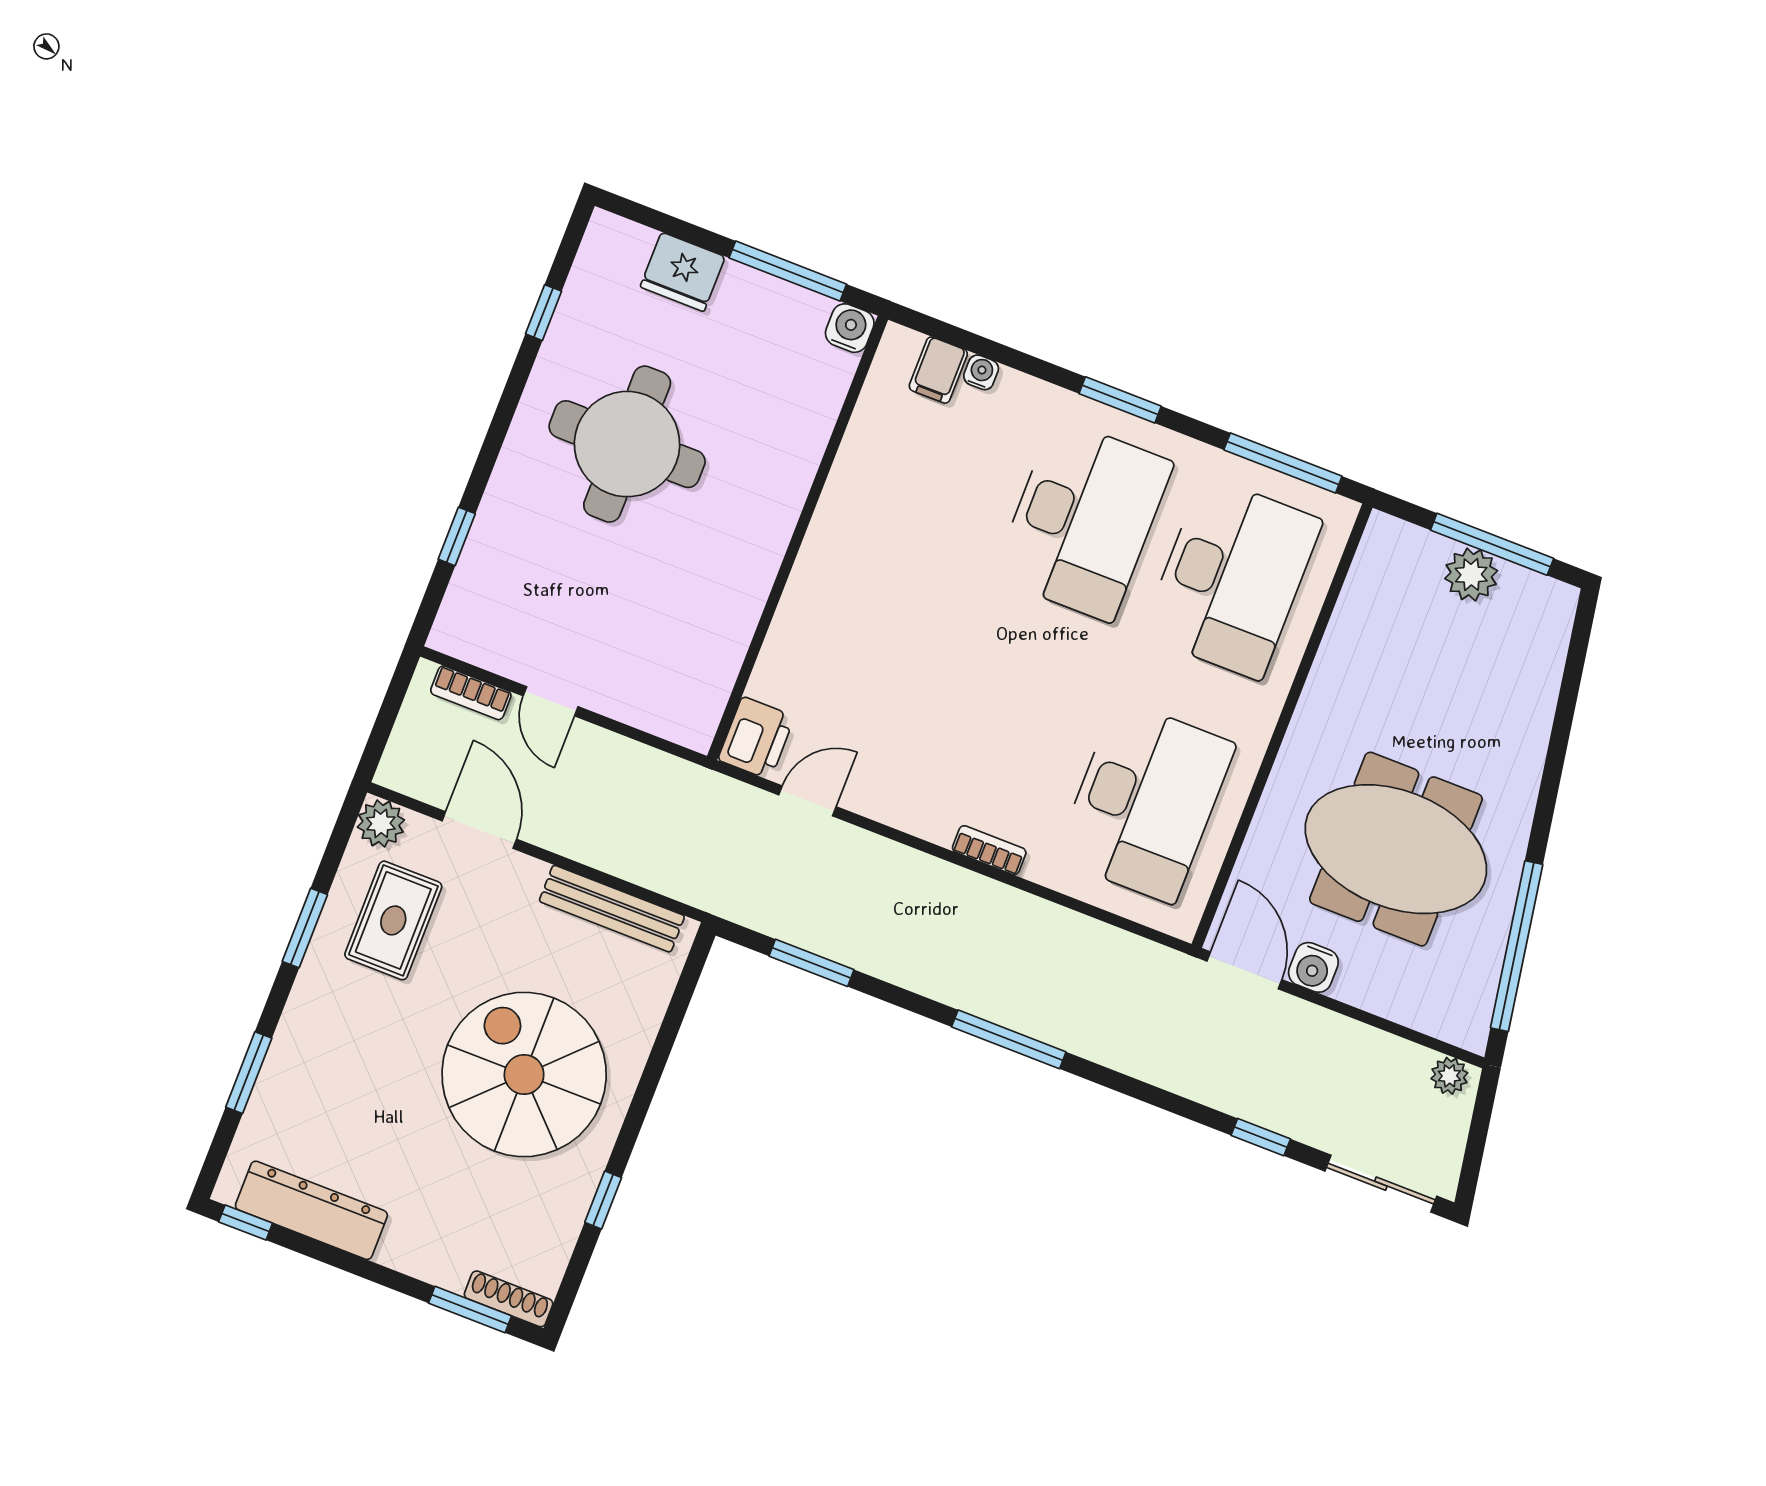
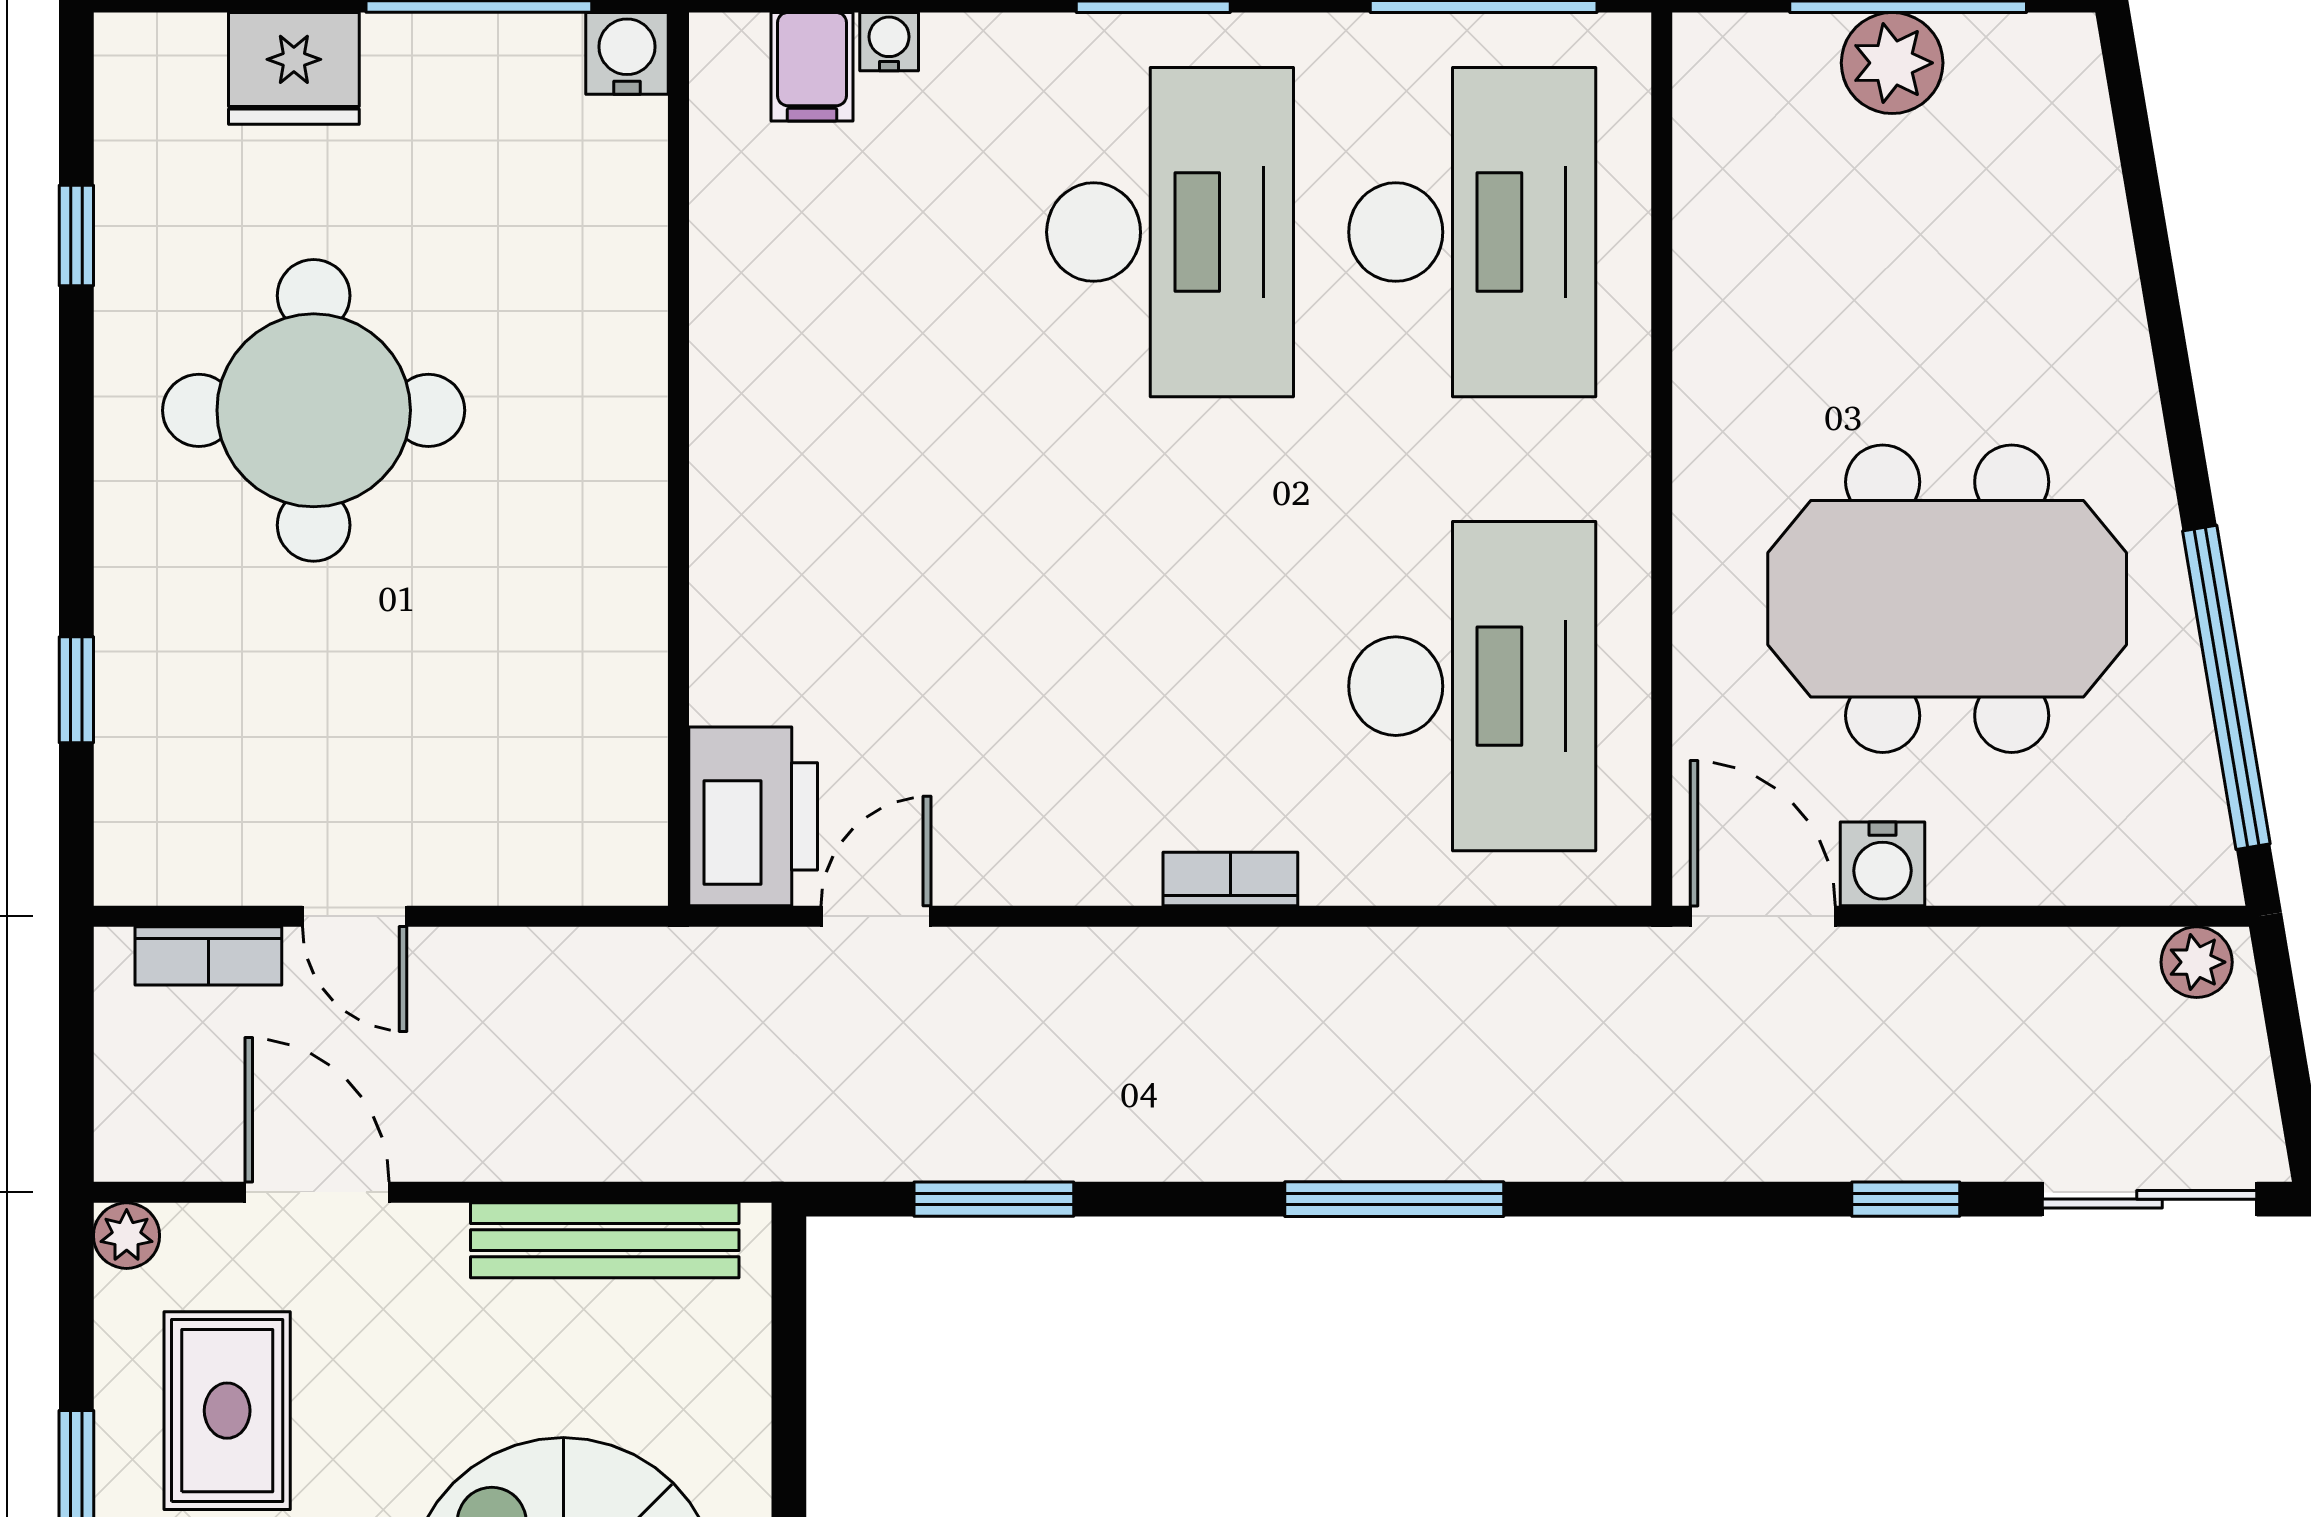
printer: (756, 738) -> (753, 816), width x1.37, depth x1.19
plant: (381, 823) -> (127, 1236), width x0.73, depth x0.73

